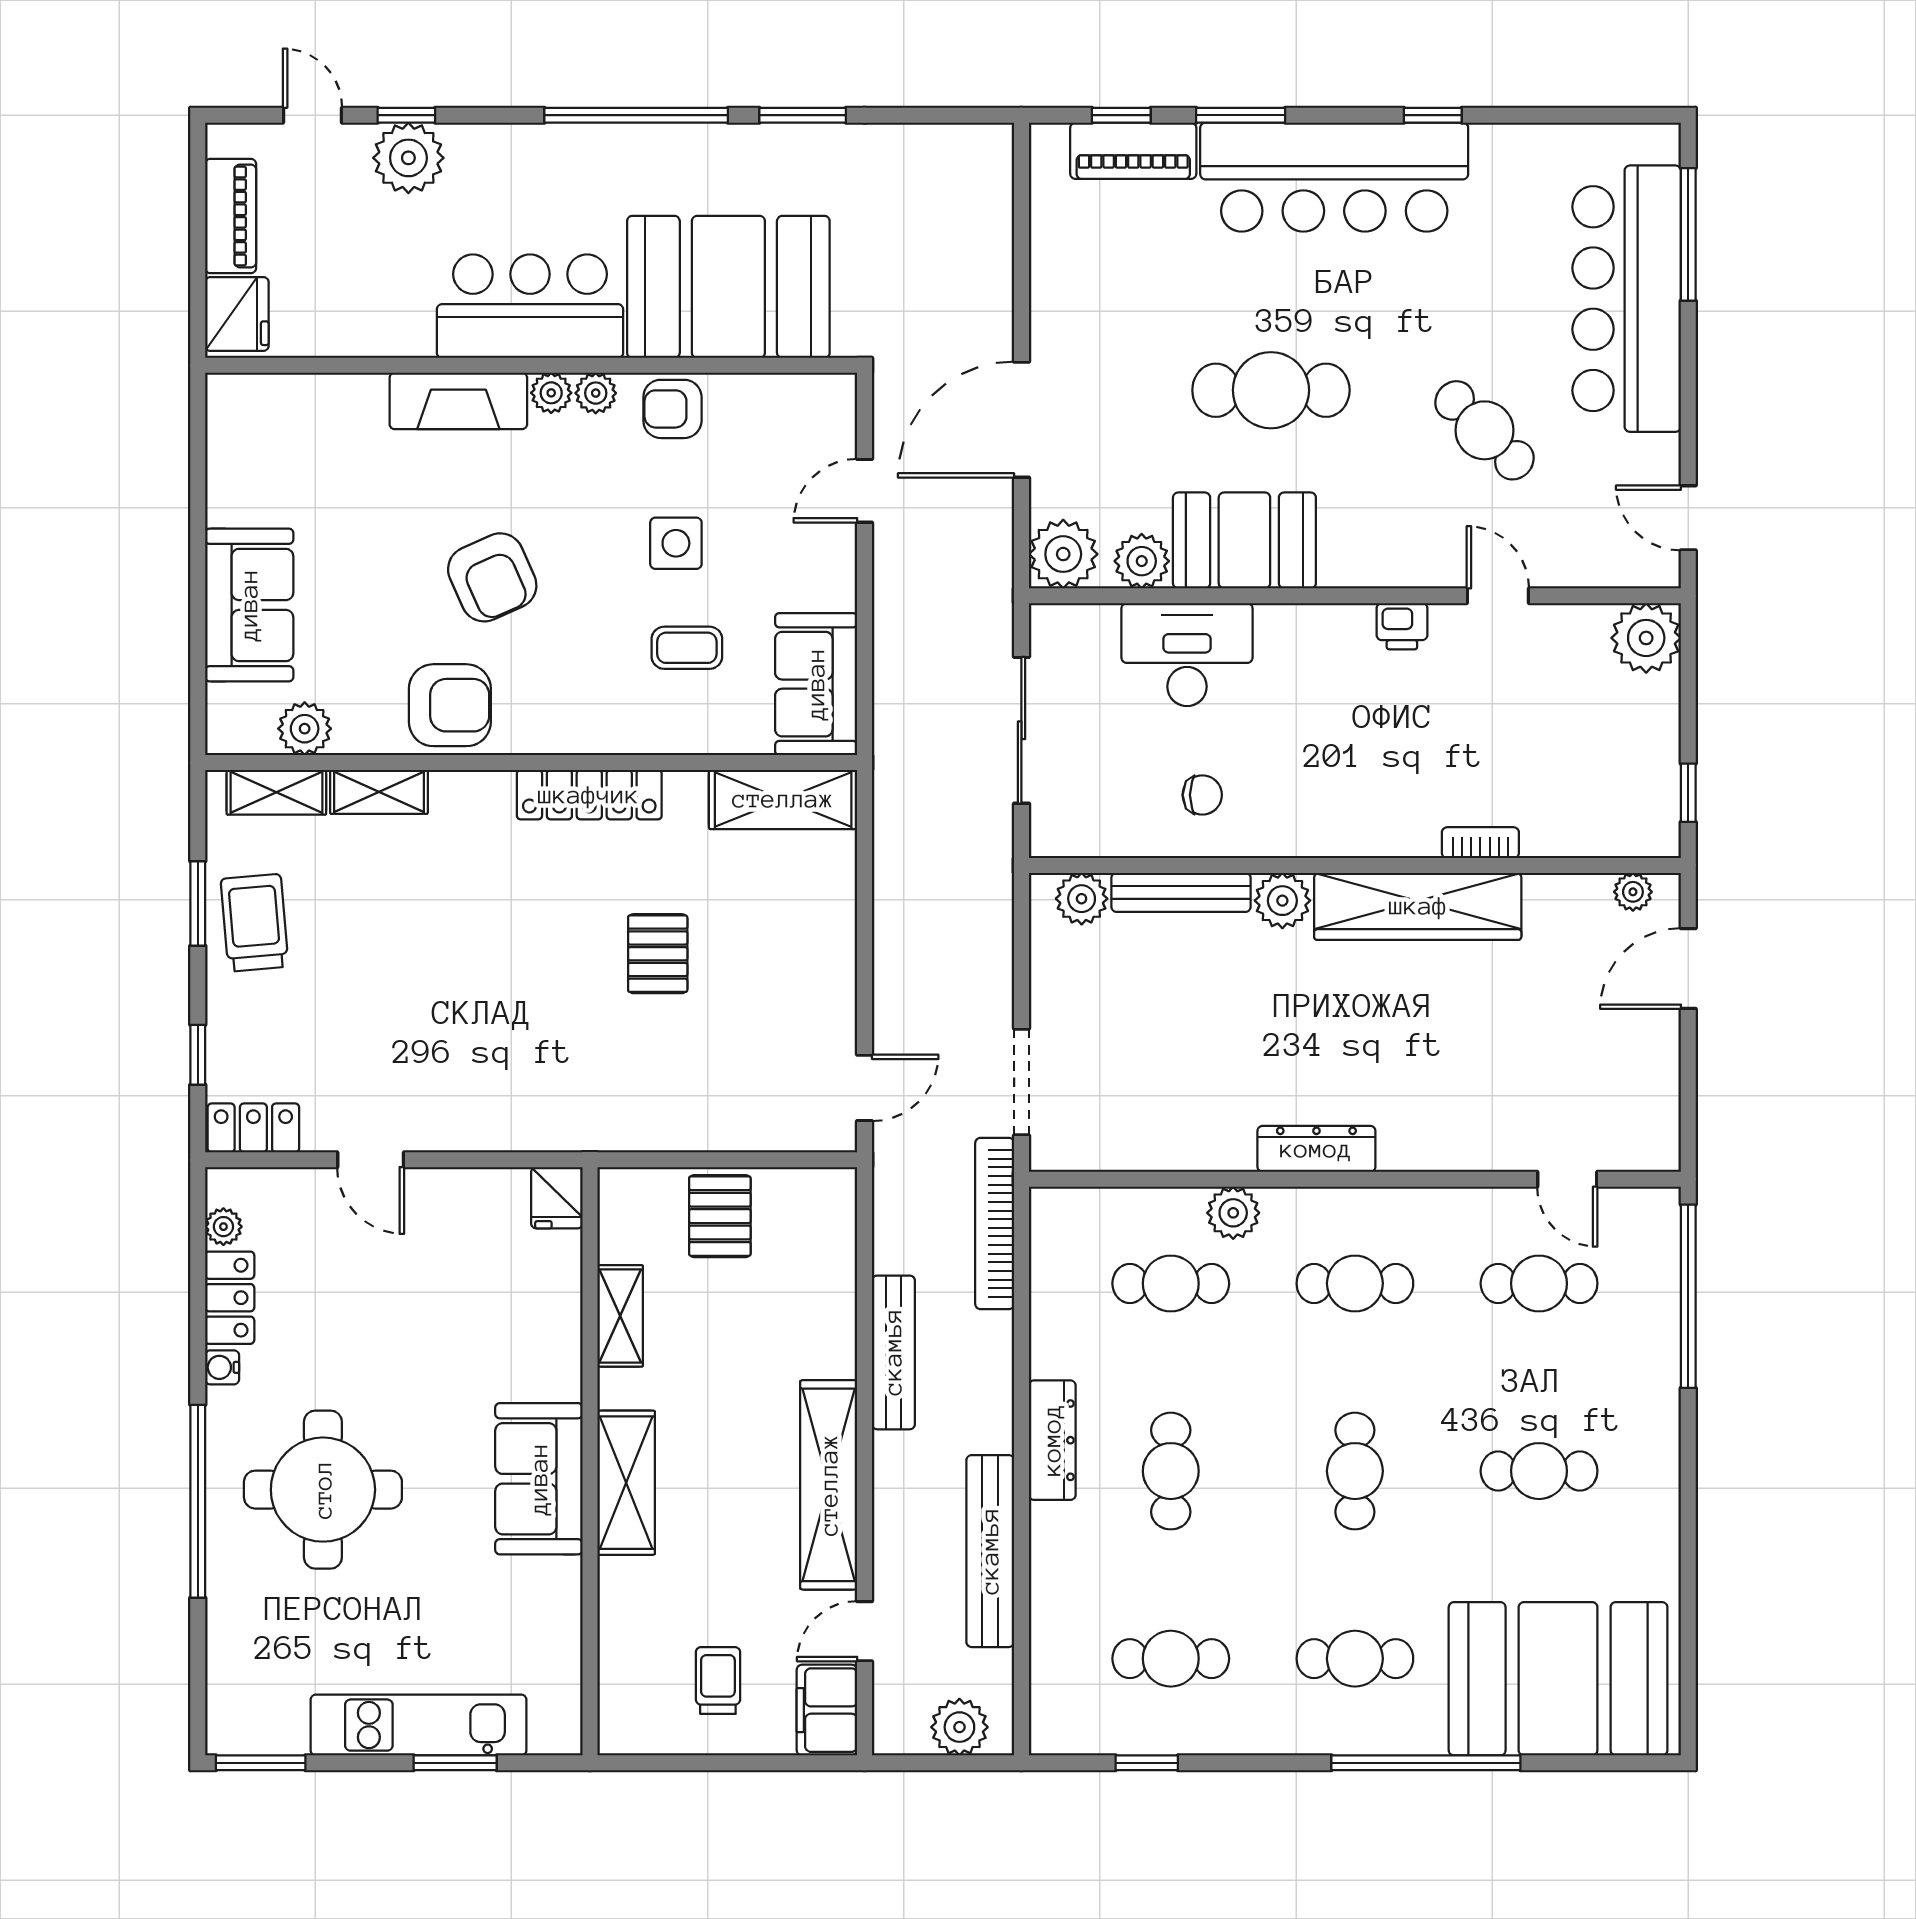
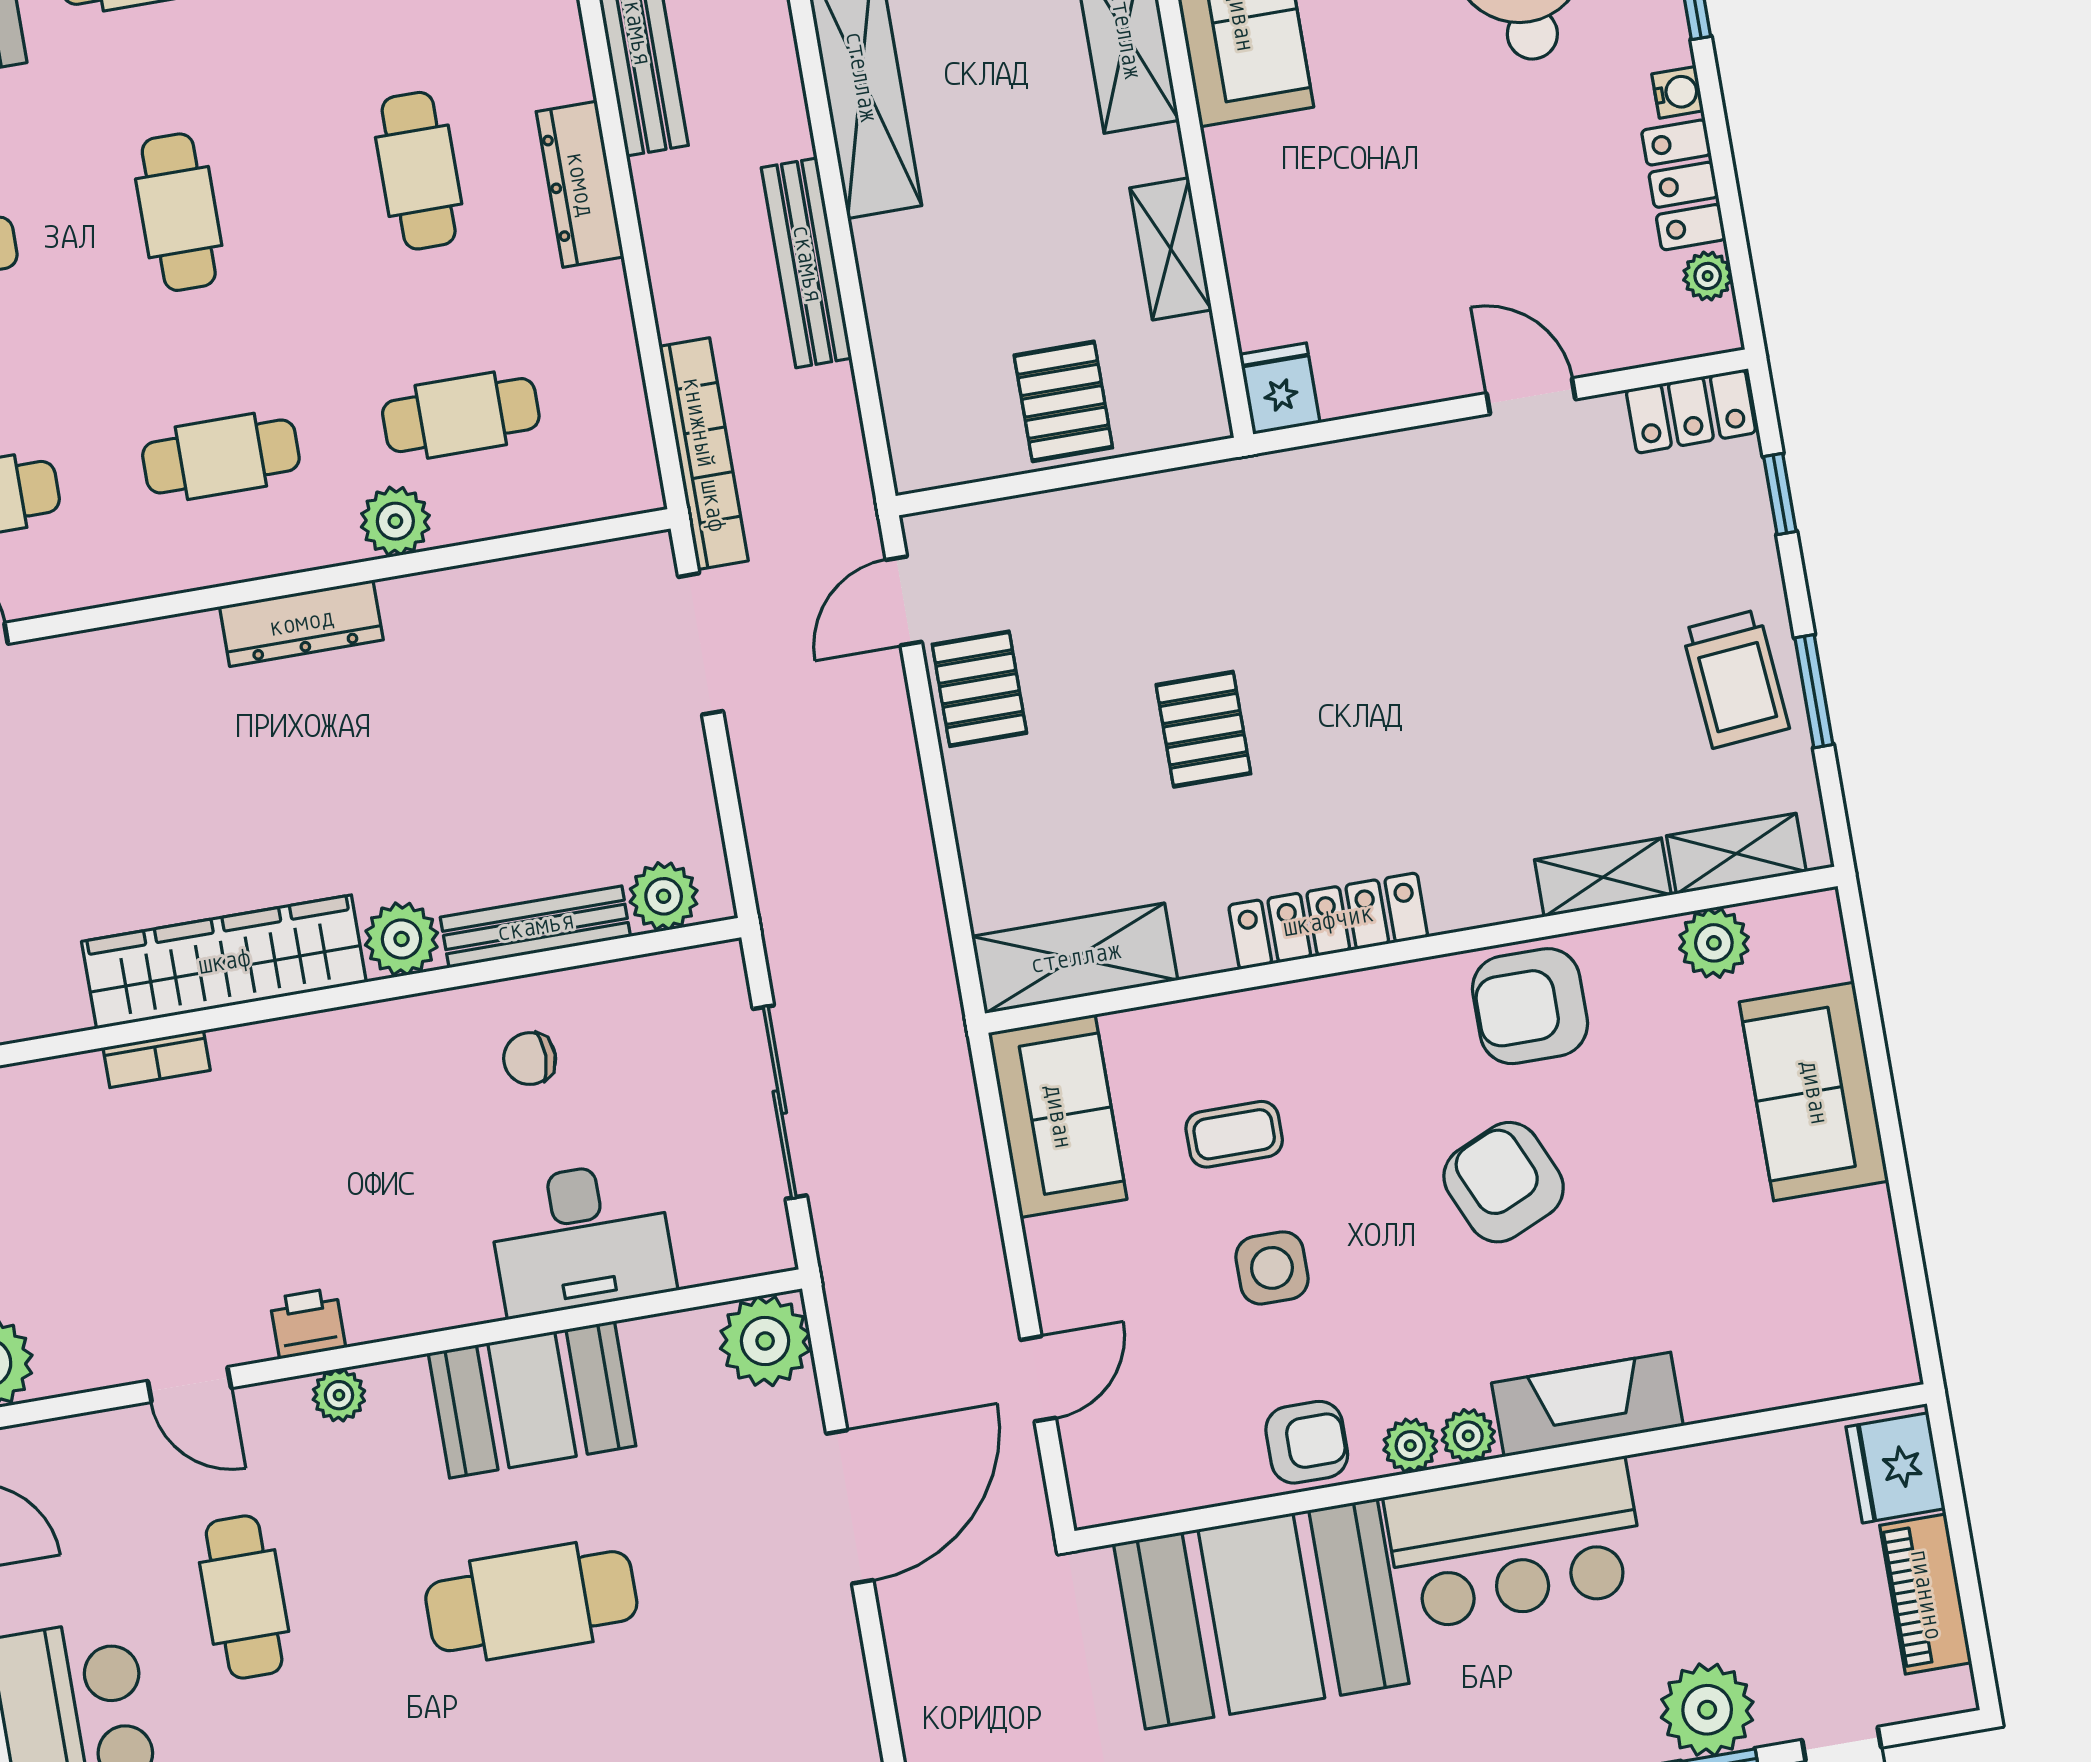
cafe table: (1485, 430) -> (244, 1597), turned 45
plant: (1142, 561) -> (339, 1395), moved, width x0.73, depth x0.73
pallet: (819, 1013) -> (979, 689), added

